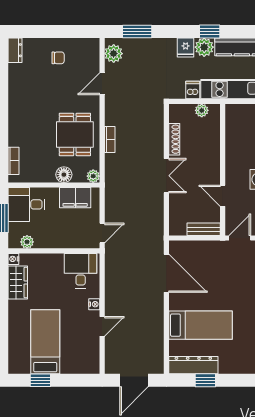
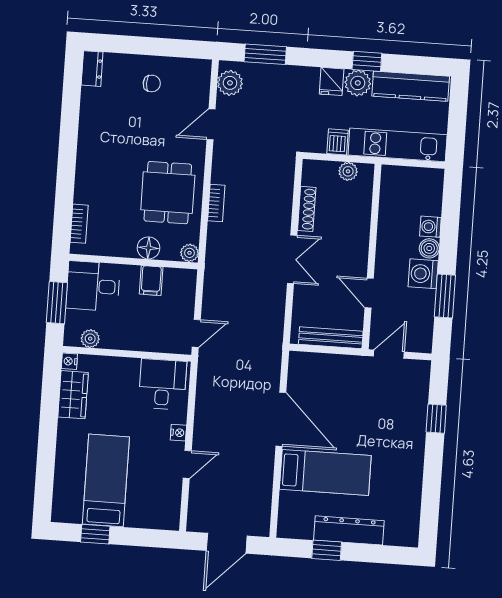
filing cabinet: (75, 198) -> (151, 281), width x0.50
bench: (204, 229) -> (331, 338), width x1.36
door: (166, 273) -> (281, 419), moved
dresser: (193, 365) -> (349, 530), moved

